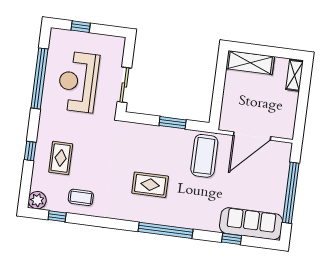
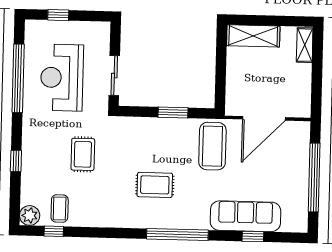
rug: (61, 158) -> (83, 154), moved
coffee table: (81, 197) -> (60, 208), moved, turned 90
sofa: (251, 224) -> (245, 216), moved

